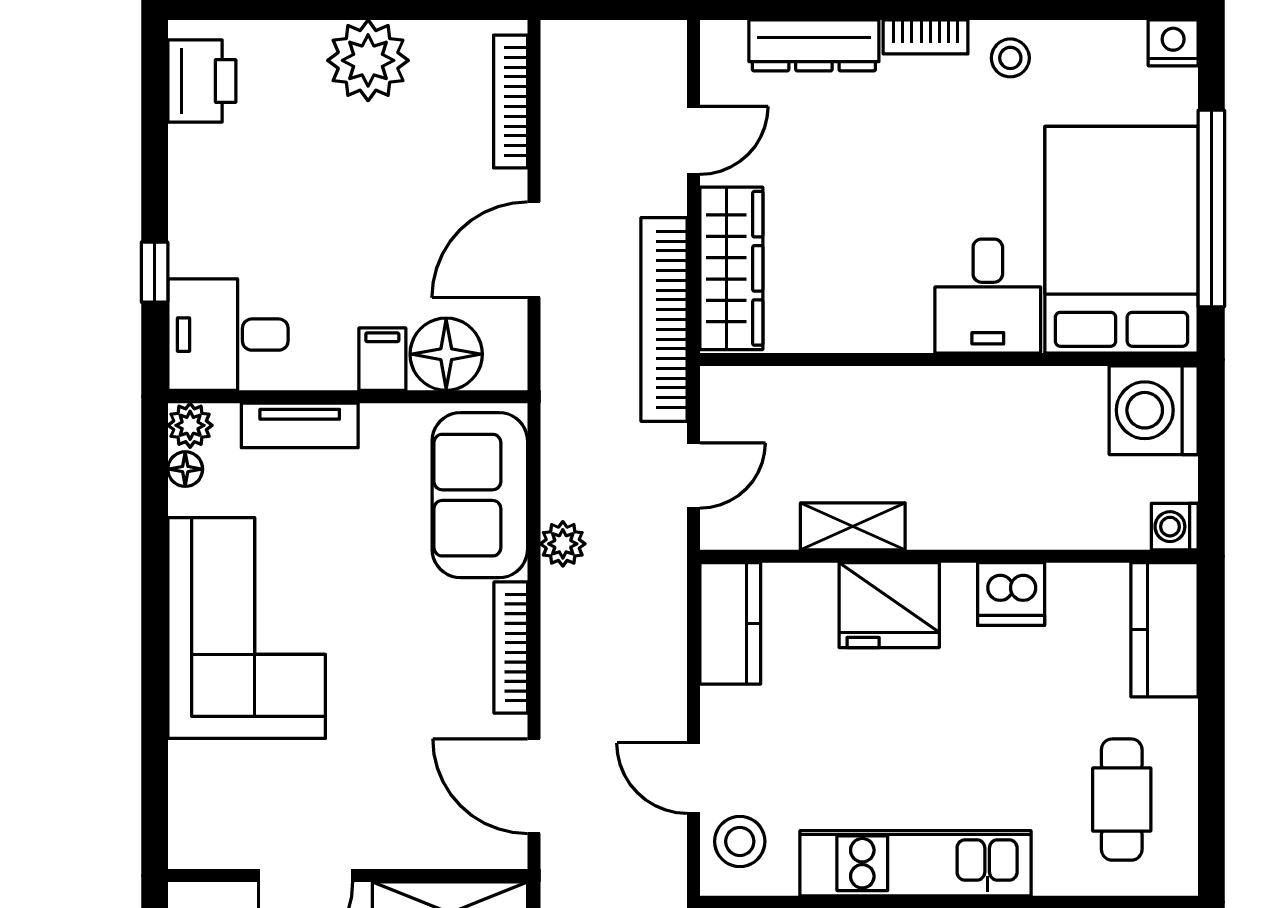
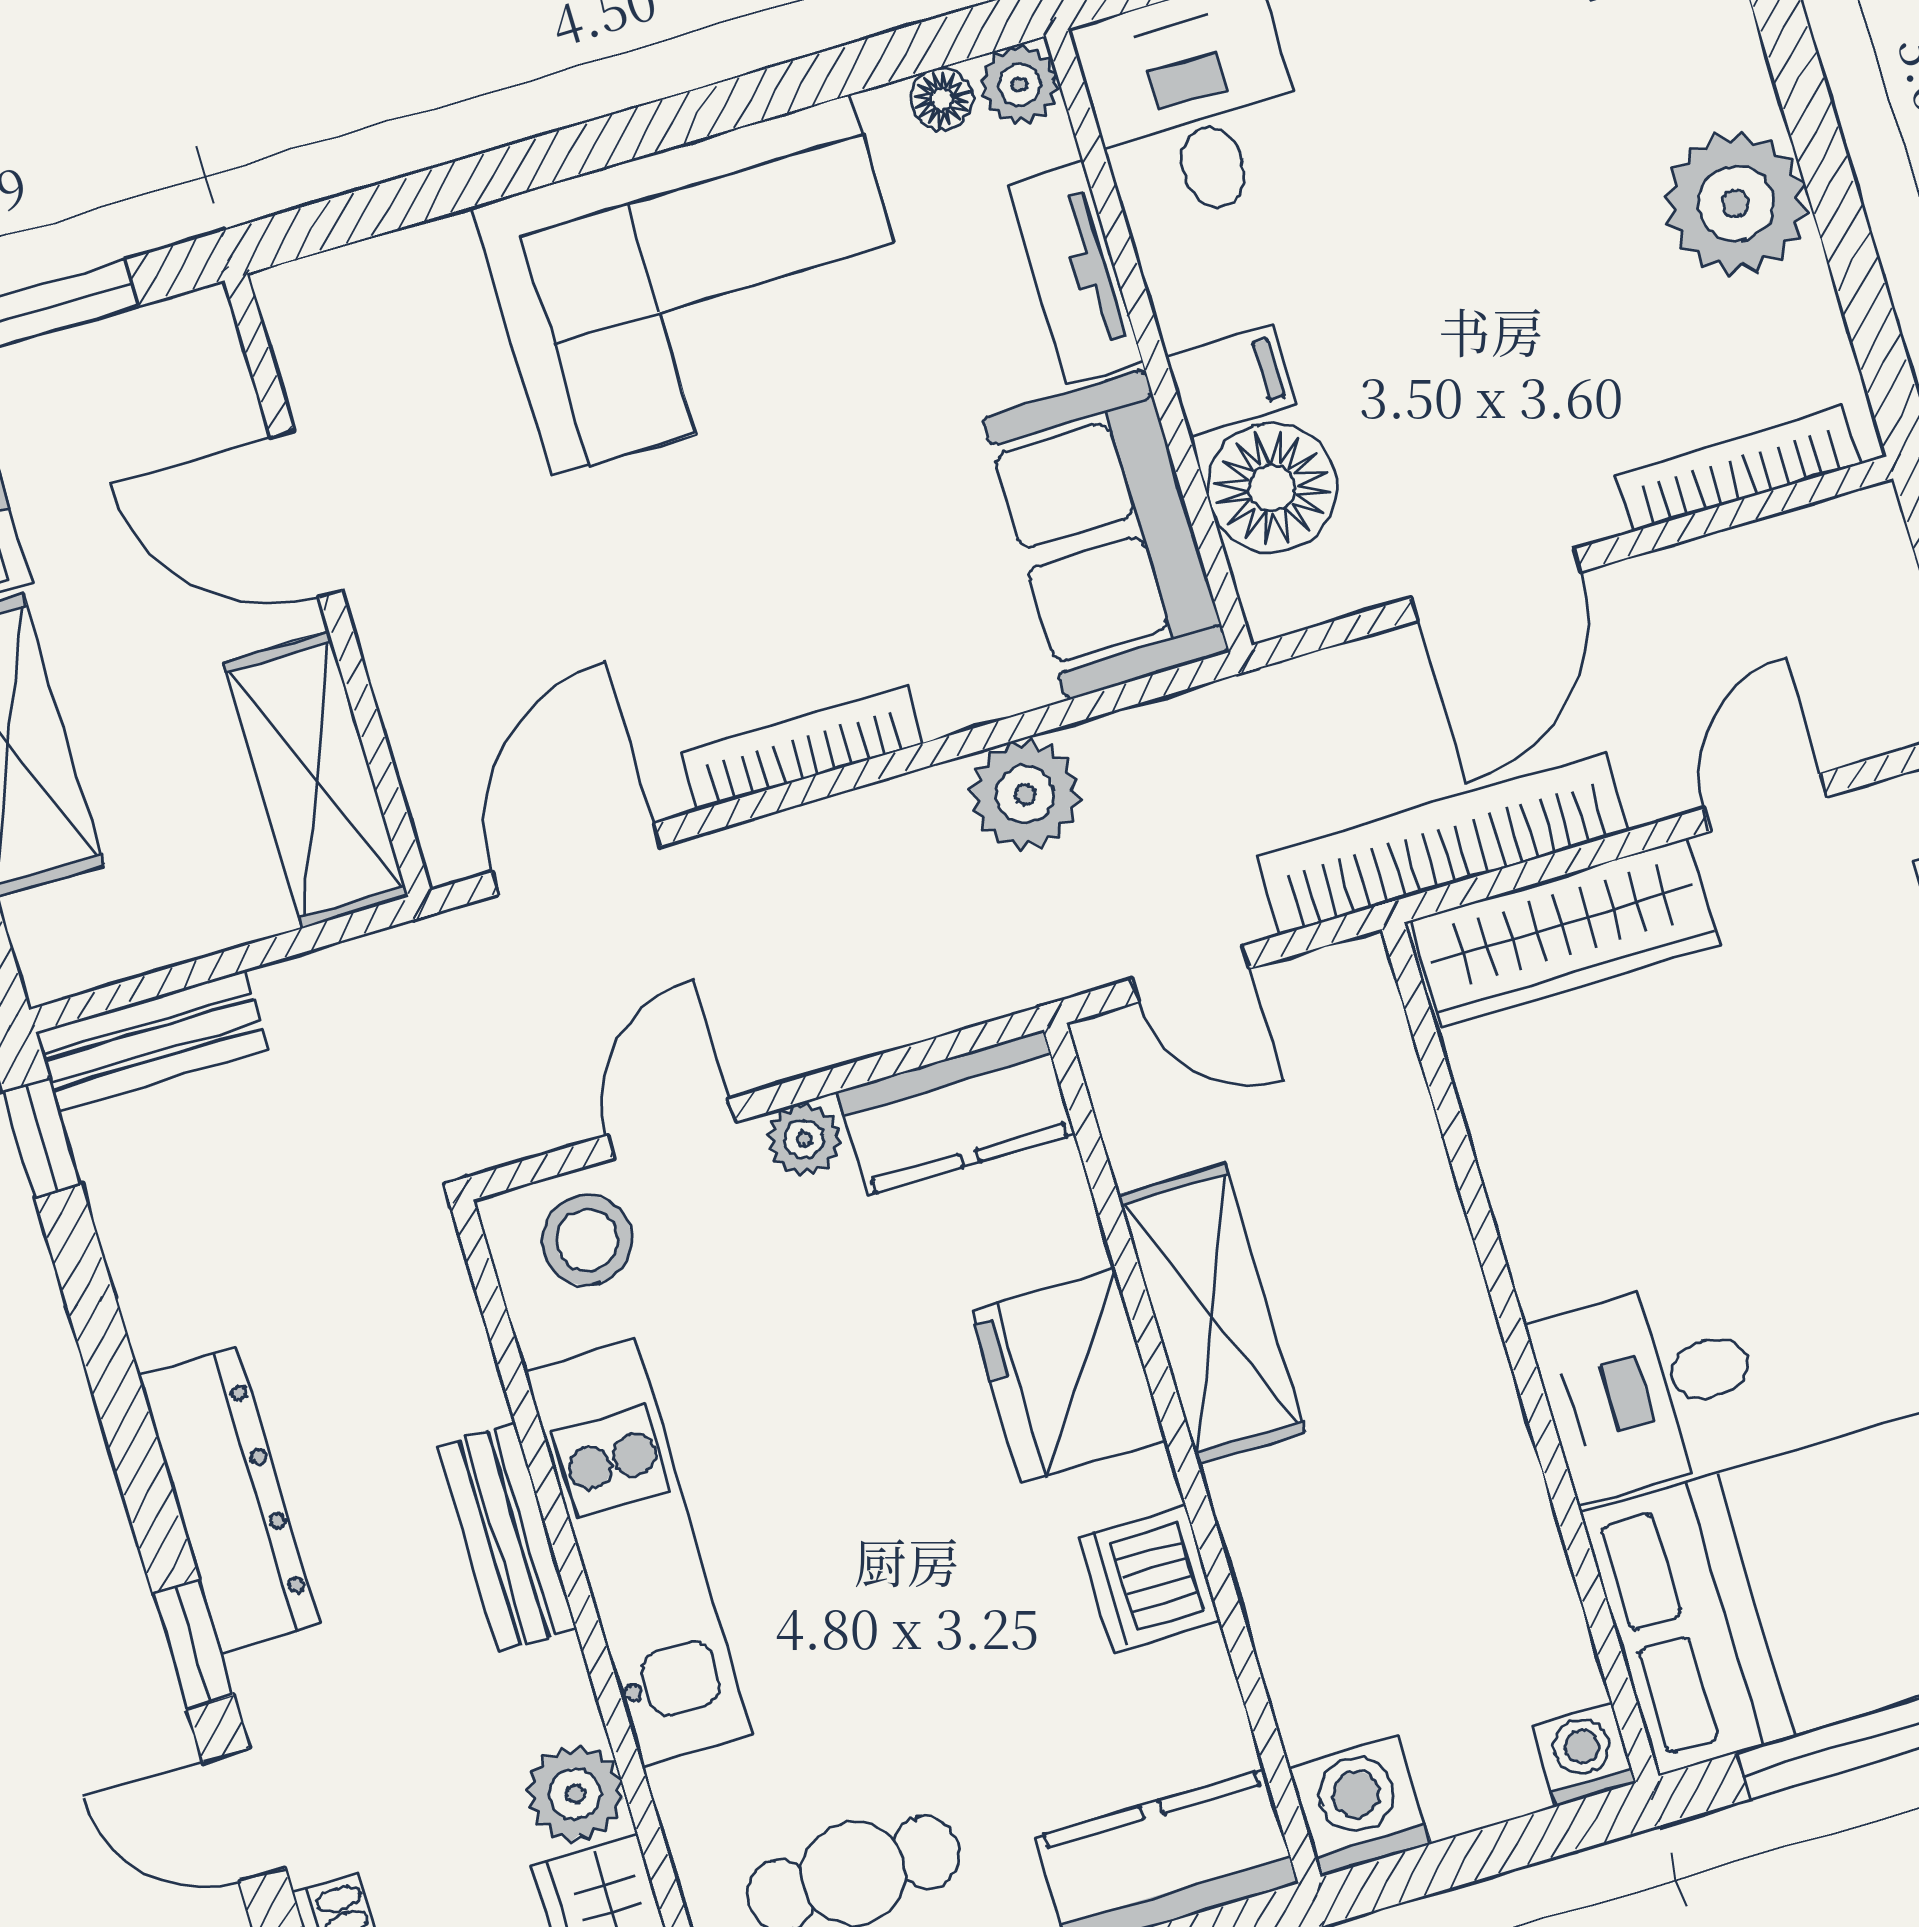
door: (694, 140) -> (1765, 803), swing flipped
door: (534, 250) -> (1496, 585), swing flipped
washing machine: (1154, 410) -> (1584, 1755), width x0.53, depth x0.53
sofa: (480, 495) -> (1106, 535), moved, turned -90
shelving: (853, 526) -> (1211, 1314), width x1.50, depth x1.33
washing machine: (1175, 527) -> (1359, 1805), width x1.38, depth x1.38
plant: (563, 544) -> (1025, 795), width x1.38, depth x1.38
plant: (720, 709) -> (804, 1139), added

